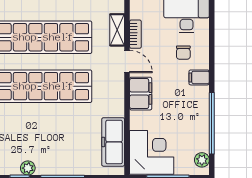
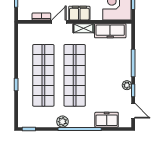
shelving: (117, 30) -> (83, 28), moved

